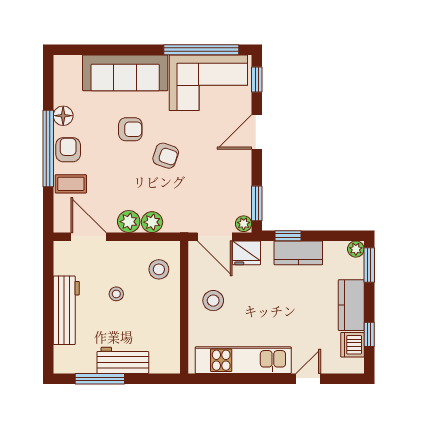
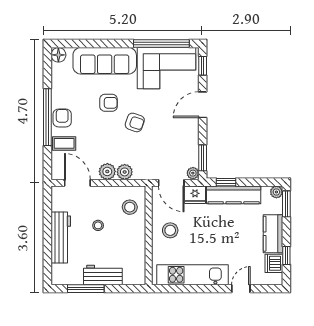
floor lamp: (63, 116) -> (58, 55), moved
kitchen counter: (298, 253) -> (234, 195), width x1.50

